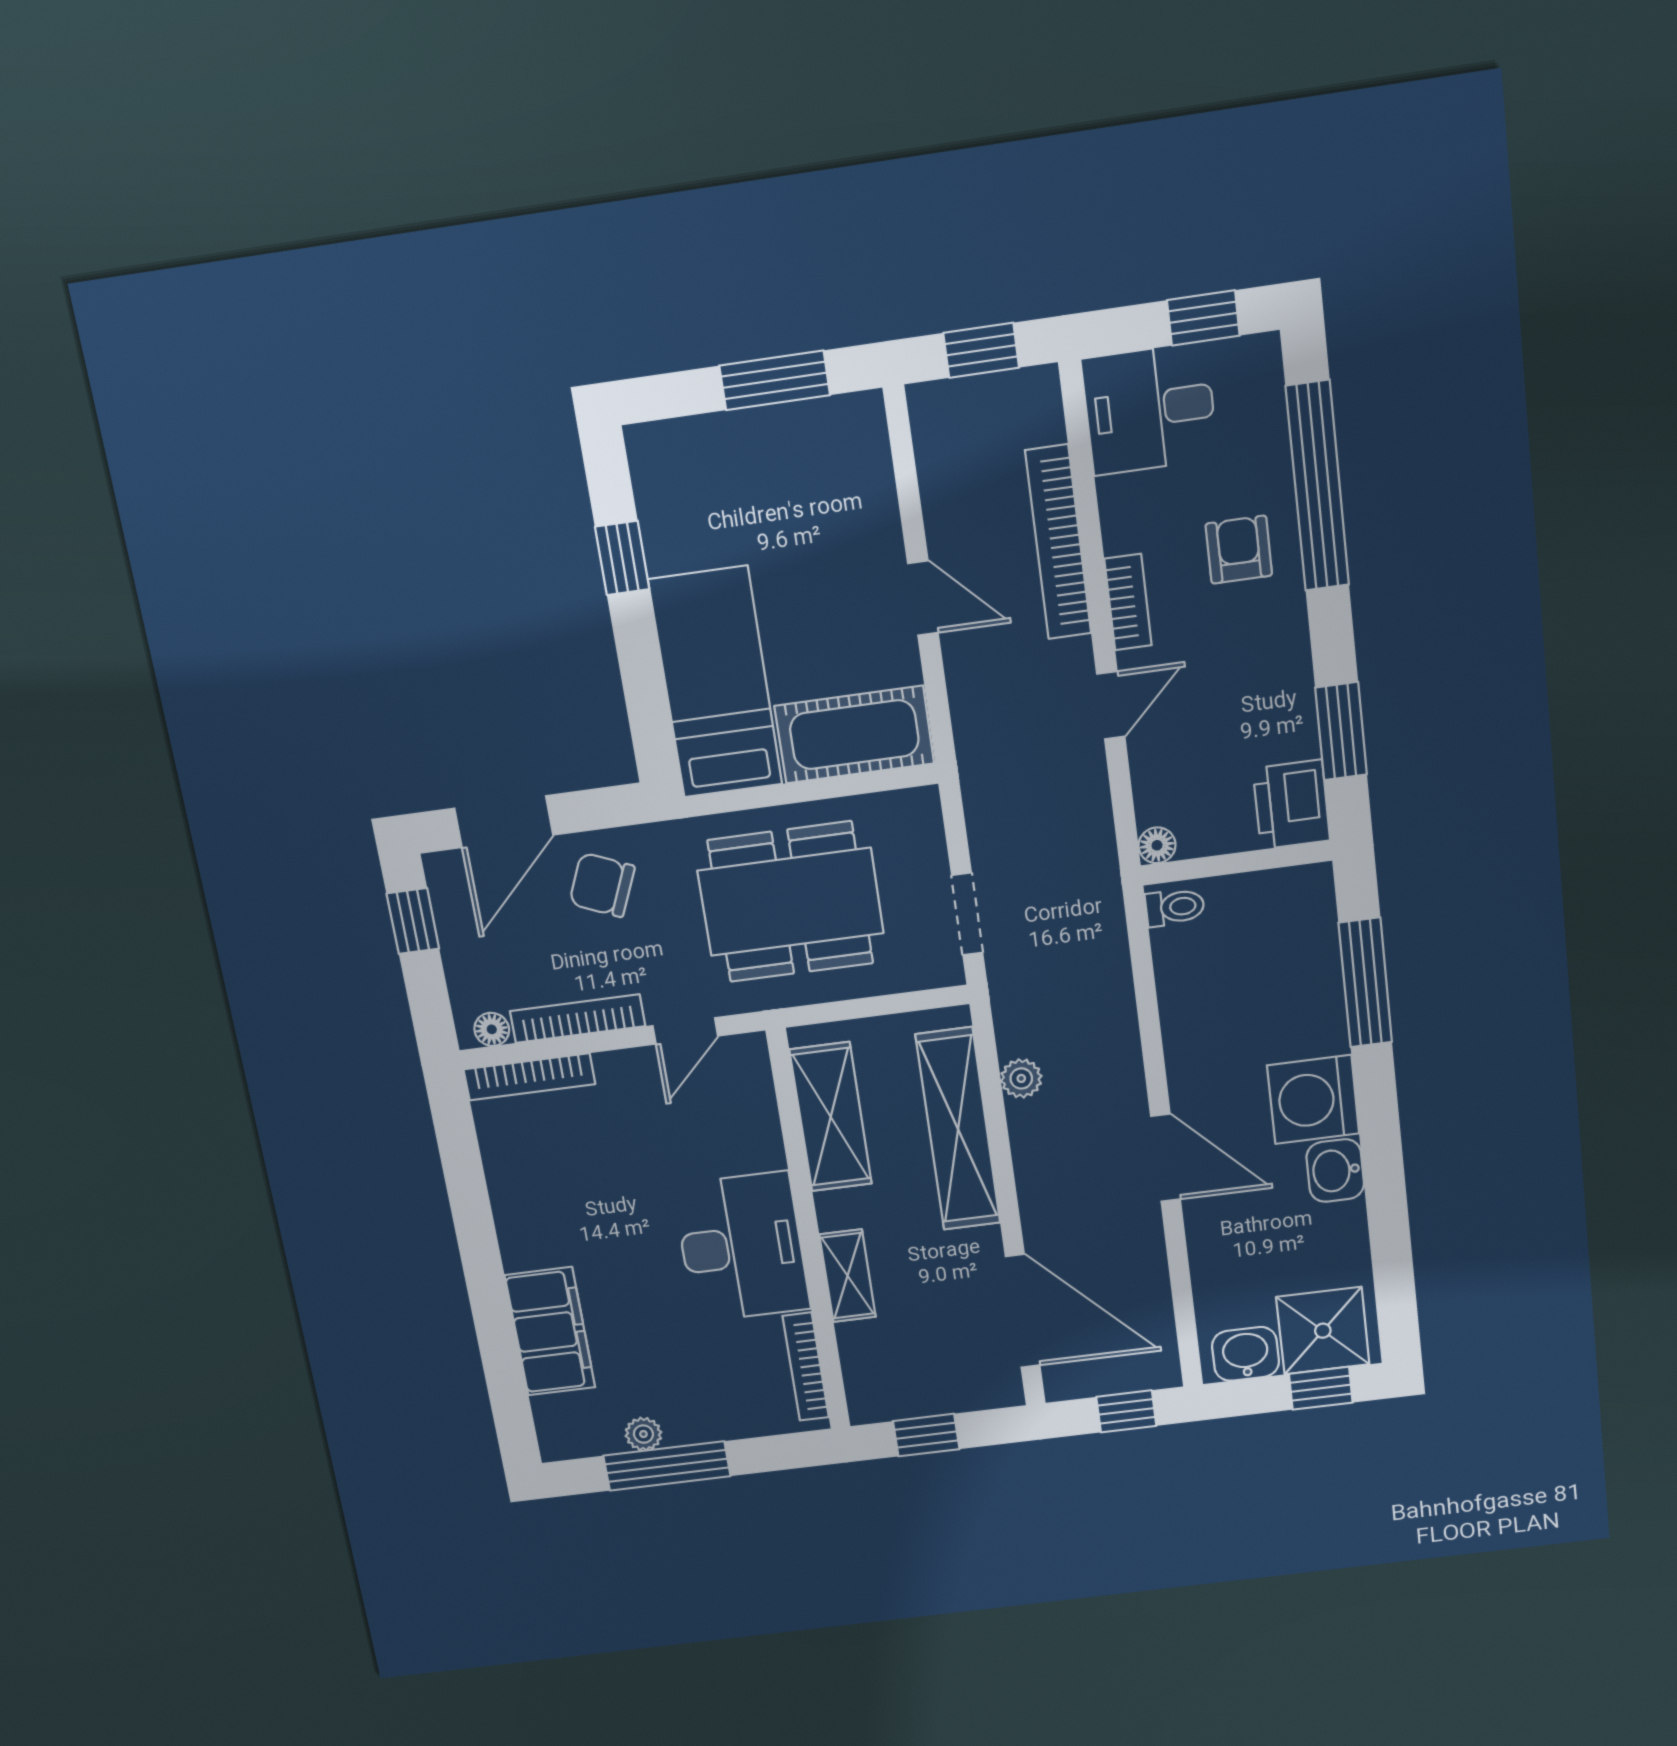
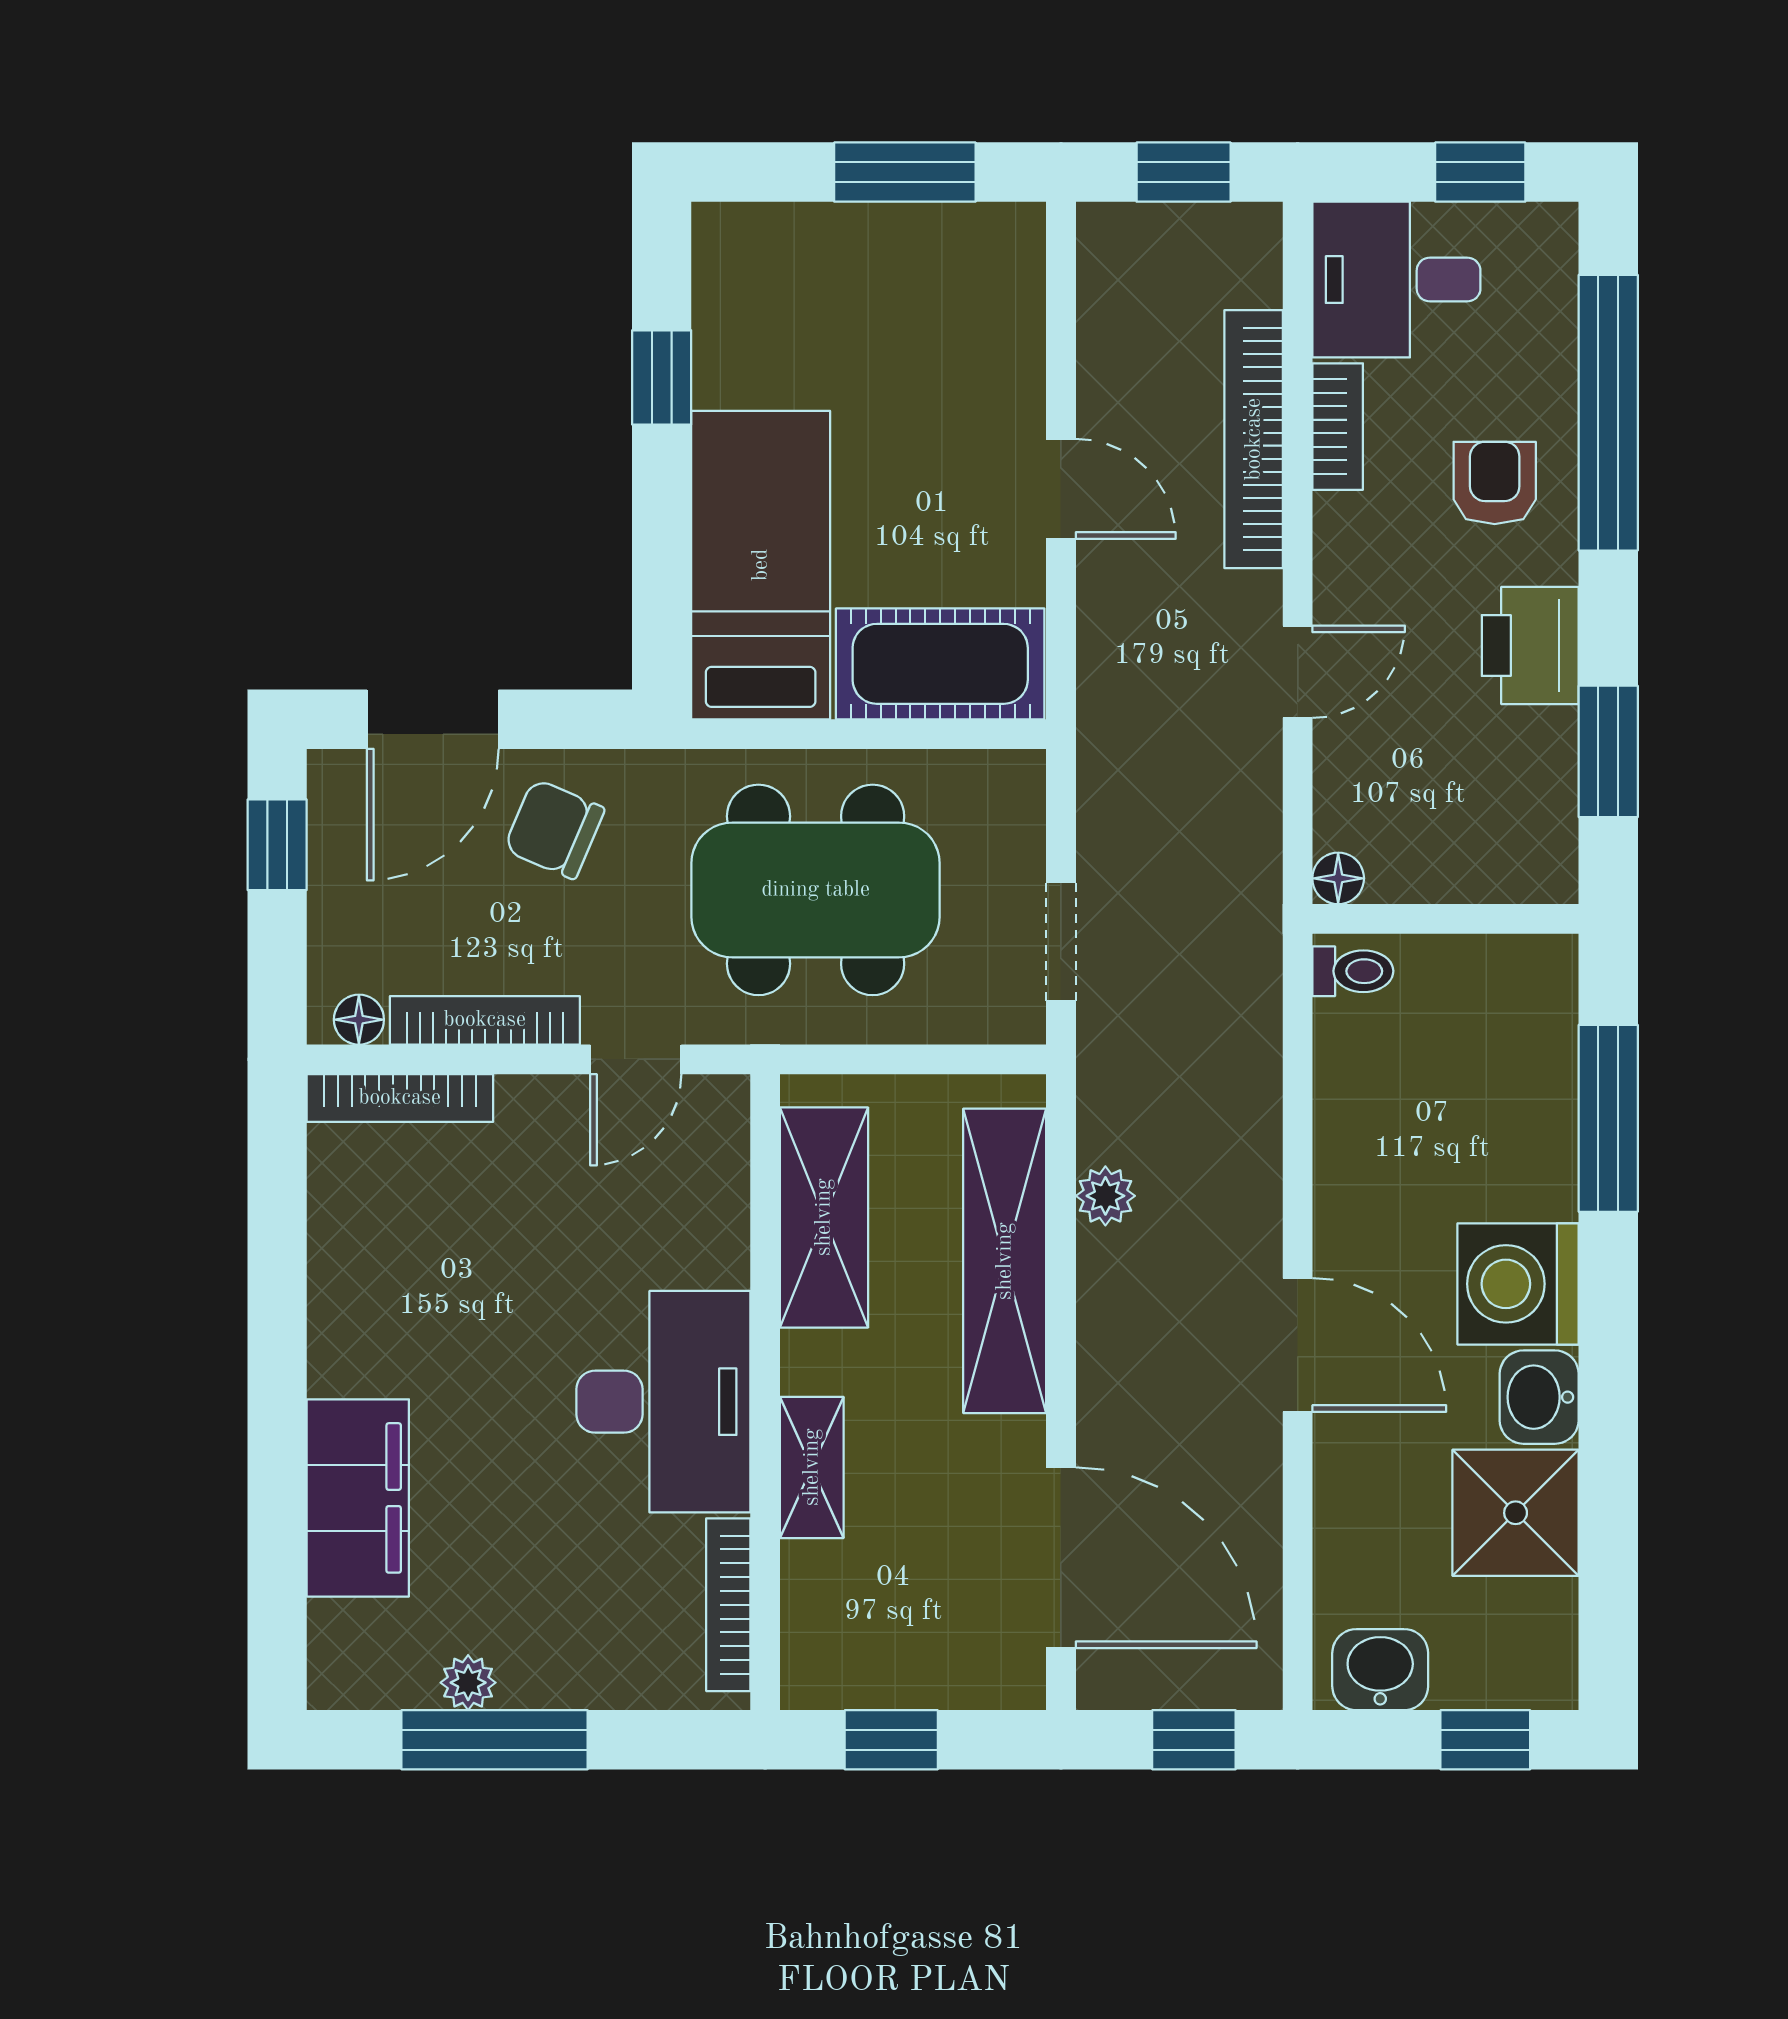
bookcase: (1128, 602) -> (1338, 427), moved
printer: (1291, 804) -> (1530, 646), moved
shower: (1323, 1331) -> (1516, 1513), moved

